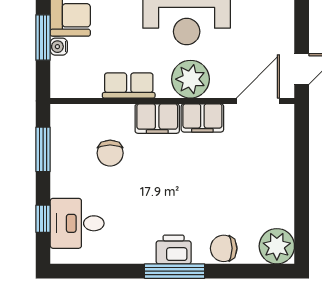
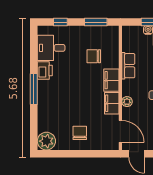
plant: (190, 79) -> (127, 102), width x0.53, depth x0.53
desk: (77, 223) -> (51, 48), moved, turned -90
chair: (224, 248) -> (80, 133), moved
printer: (174, 249) -> (45, 70), moved

